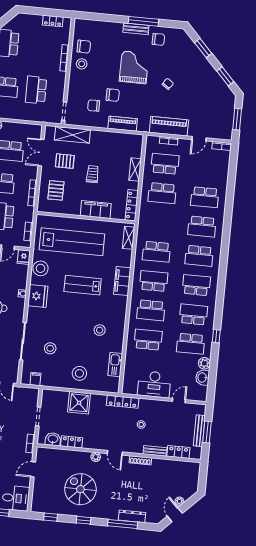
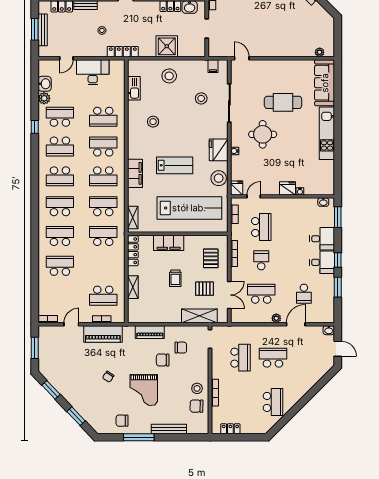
bench: (136, 29) -> (169, 429), moved, width x1.36
school desk: (162, 193) -> (103, 236), moved
lab bench: (72, 242) -> (189, 208), turned 180

